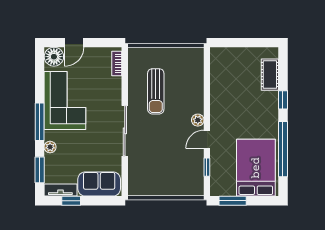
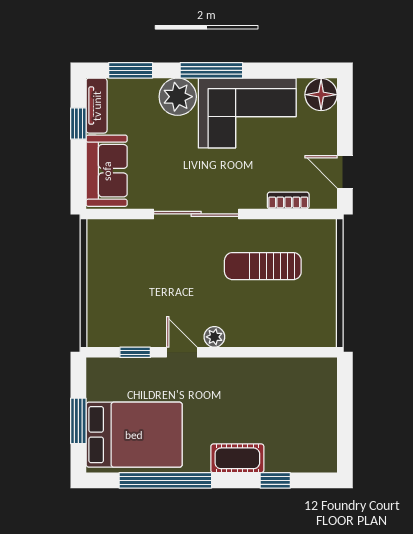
door: (74, 43) -> (345, 172), moved
bookcase: (117, 64) -> (288, 200), moved
cot: (270, 75) -> (237, 458), moved
window: (283, 100) -> (275, 480), moved
plant: (50, 147) -> (178, 97), width x1.88, depth x1.88
window: (233, 201) -> (78, 421), moved

